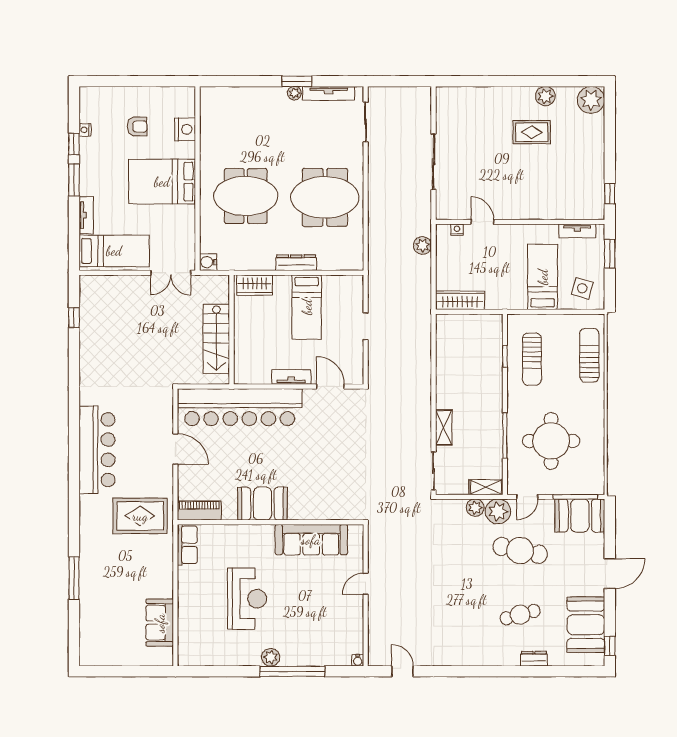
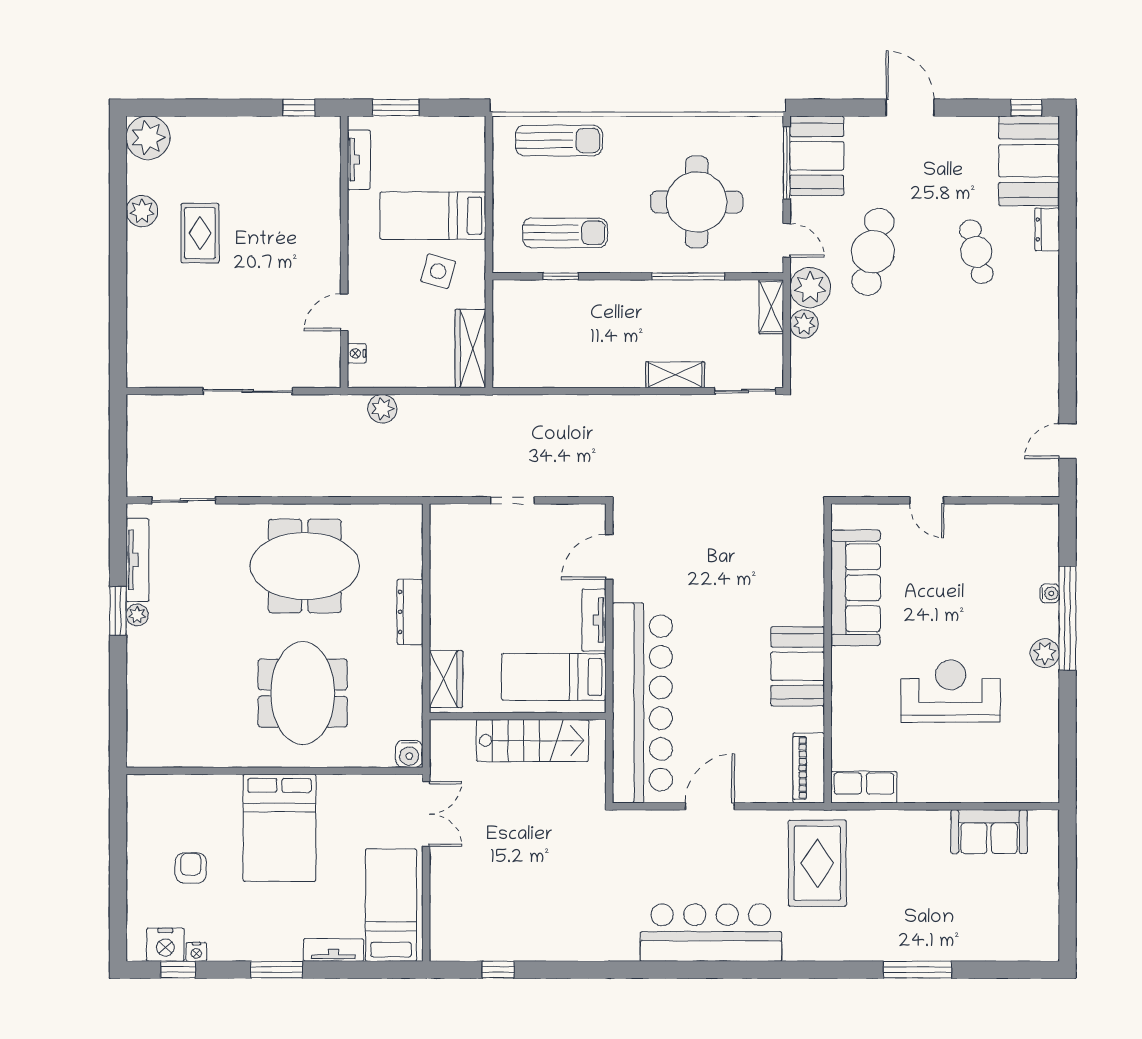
nightstand: (185, 129) -> (165, 945), moved, turned 180
window: (74, 144) -> (178, 970), moved
meeting table: (325, 197) -> (305, 566), turned 90
side table: (582, 288) -> (438, 271), moved
bed: (307, 307) -> (554, 677), moved, turned 180
sun lounger: (589, 355) -> (559, 140), turned 180
booth: (586, 625) -> (1029, 161), moved, turned 90
water cooler: (358, 660) -> (1050, 593), moved

